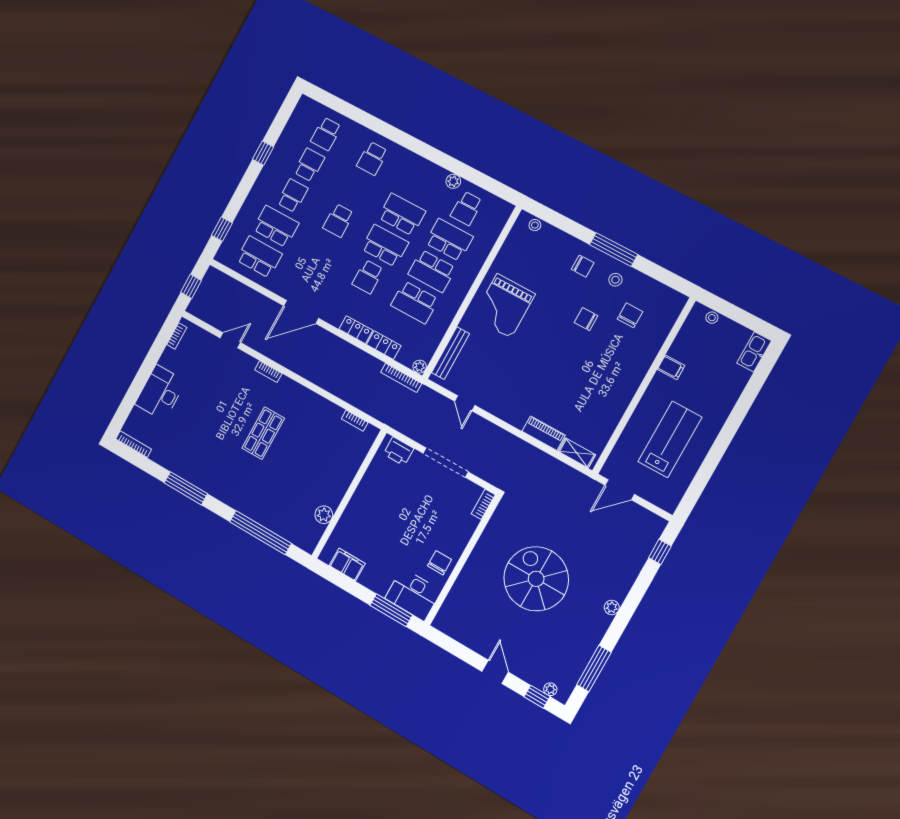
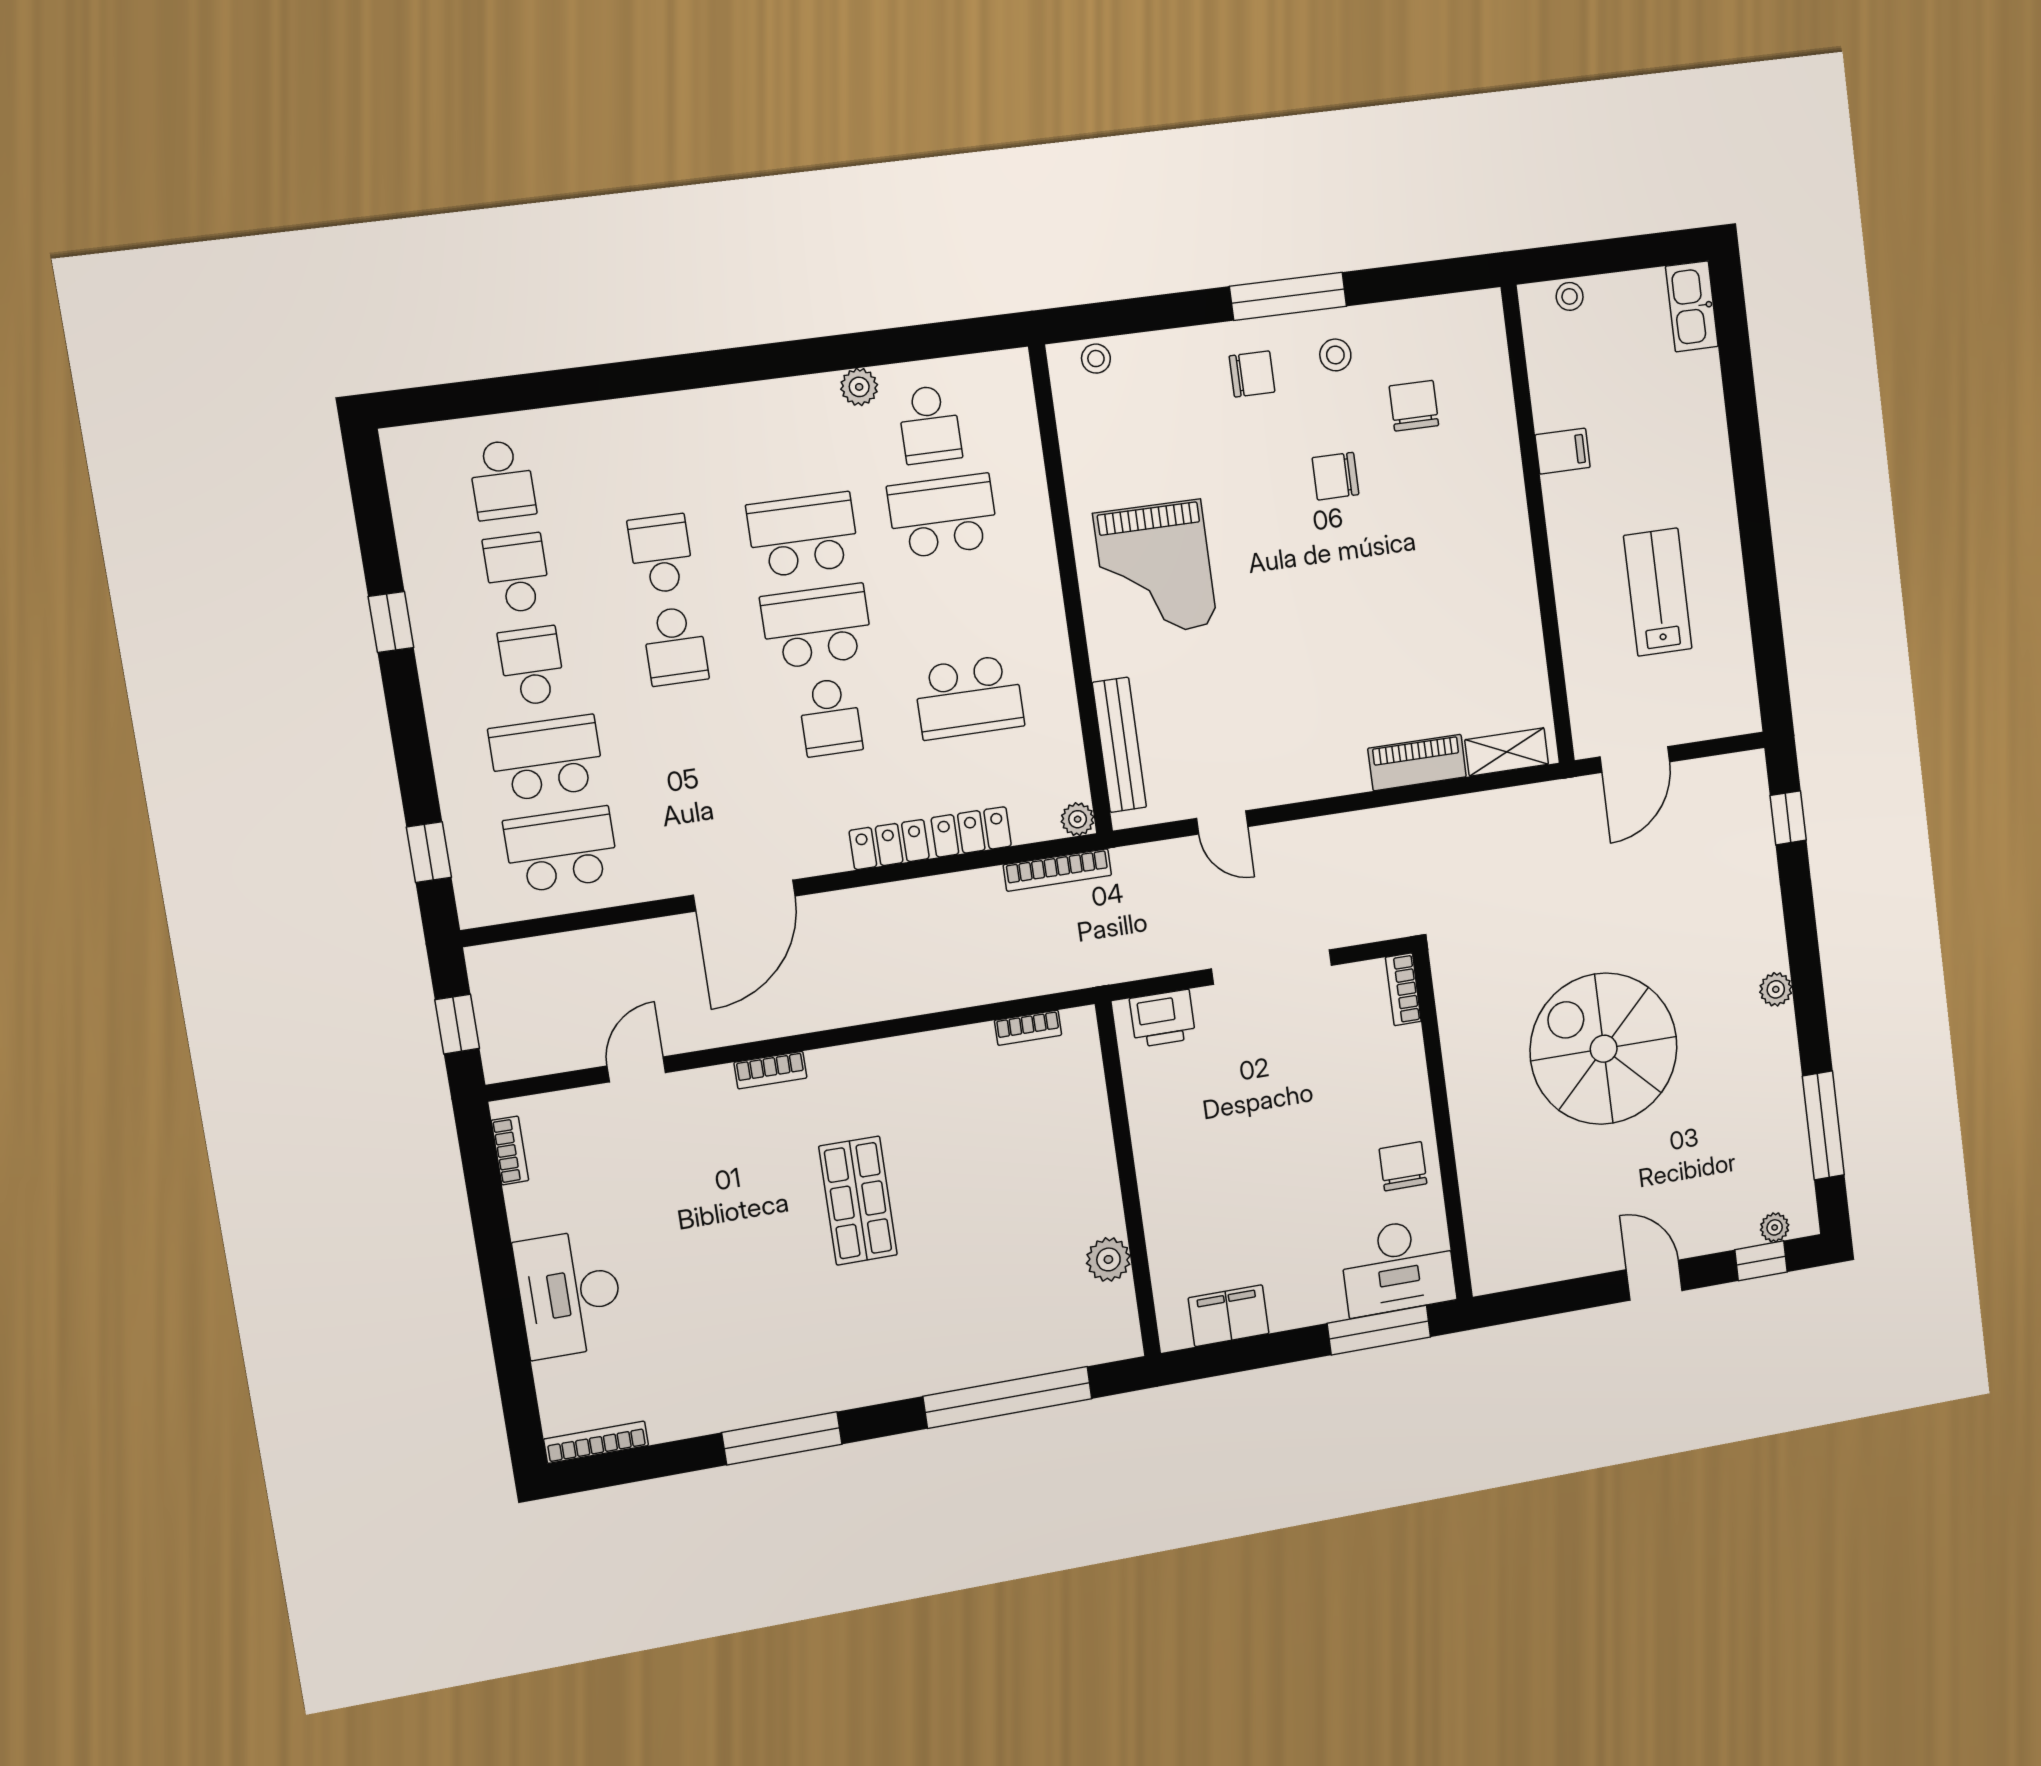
school desk: (372, 158) -> (661, 554), moved, turned 180
school desk: (432, 271) -> (956, 607), removed
lab bench: (670, 439) -> (1658, 592), width x0.73, depth x0.72

